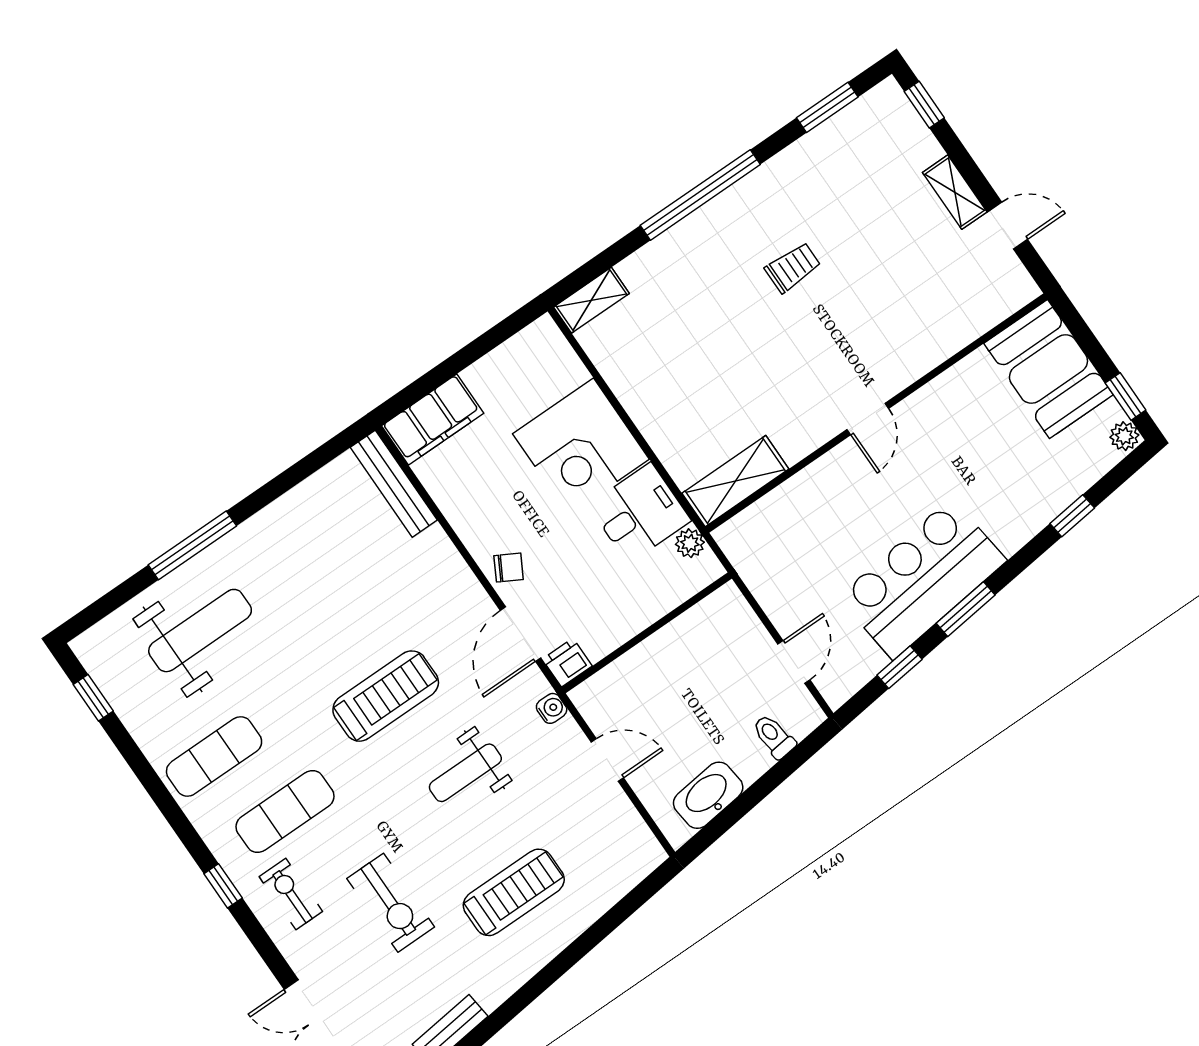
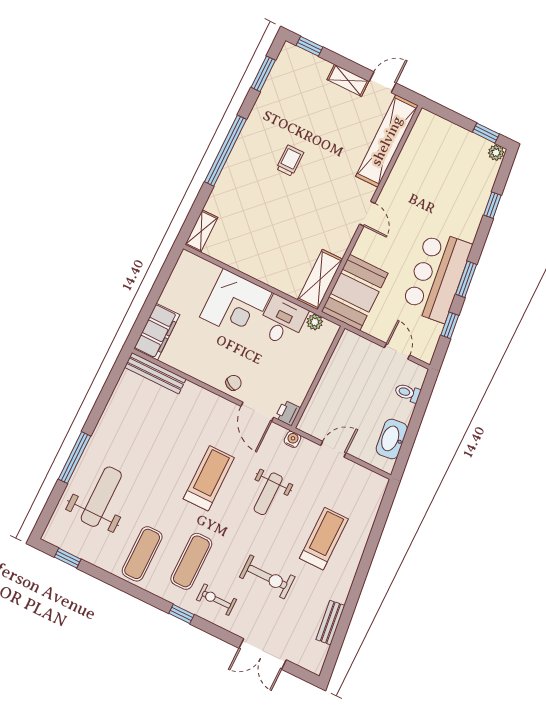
shelving: (963, 322) -> (387, 141), added
booth: (1048, 369) -> (355, 292), moved, turned 90

